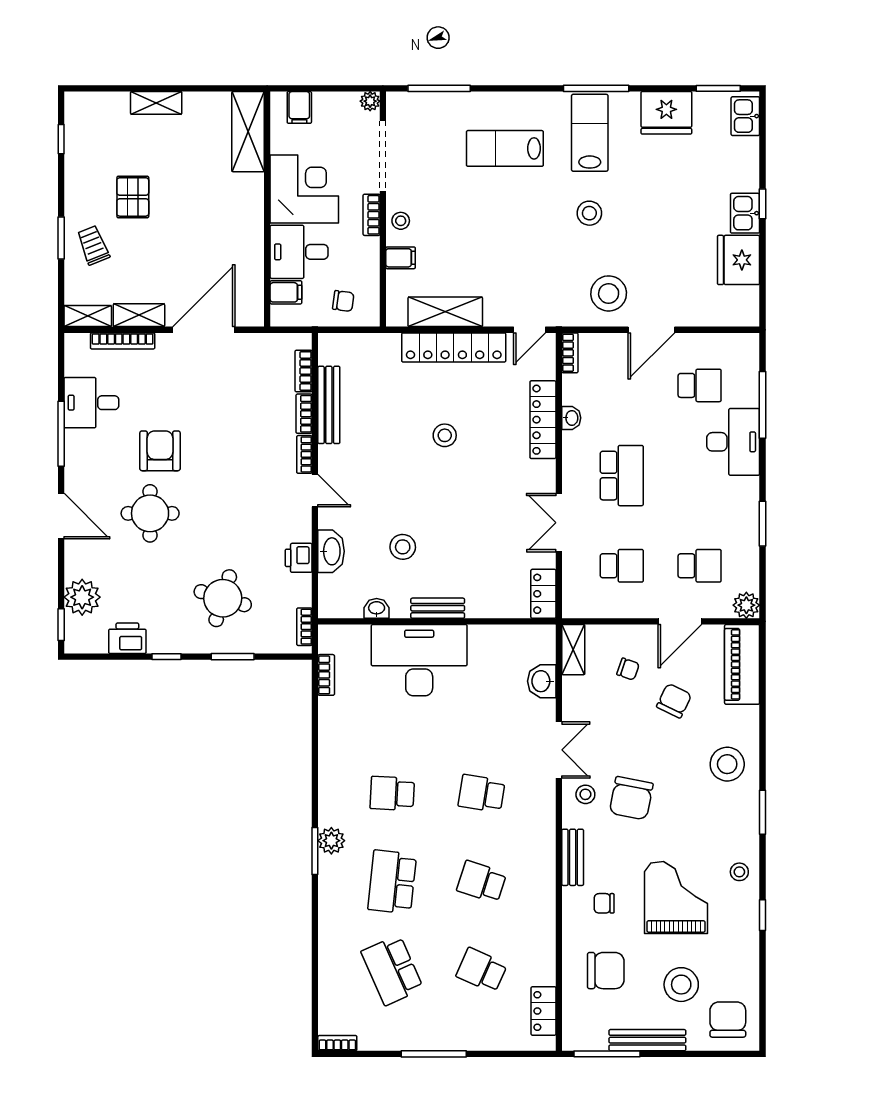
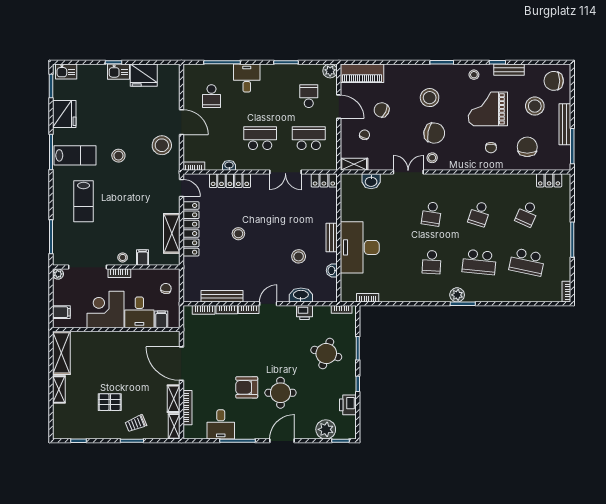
shelving: (248, 132) -> (61, 353), moved, turned 90
lab bench: (590, 133) -> (75, 155), turned 180
school desk: (700, 385) -> (211, 96), turned 180
desk: (733, 442) -> (247, 78), width x0.73
school desk: (622, 566) -> (309, 138), width x1.85
stool: (727, 764) -> (430, 98), moved
bench: (573, 857) -> (509, 70), moved
school desk: (392, 970) -> (527, 262), turned 36

